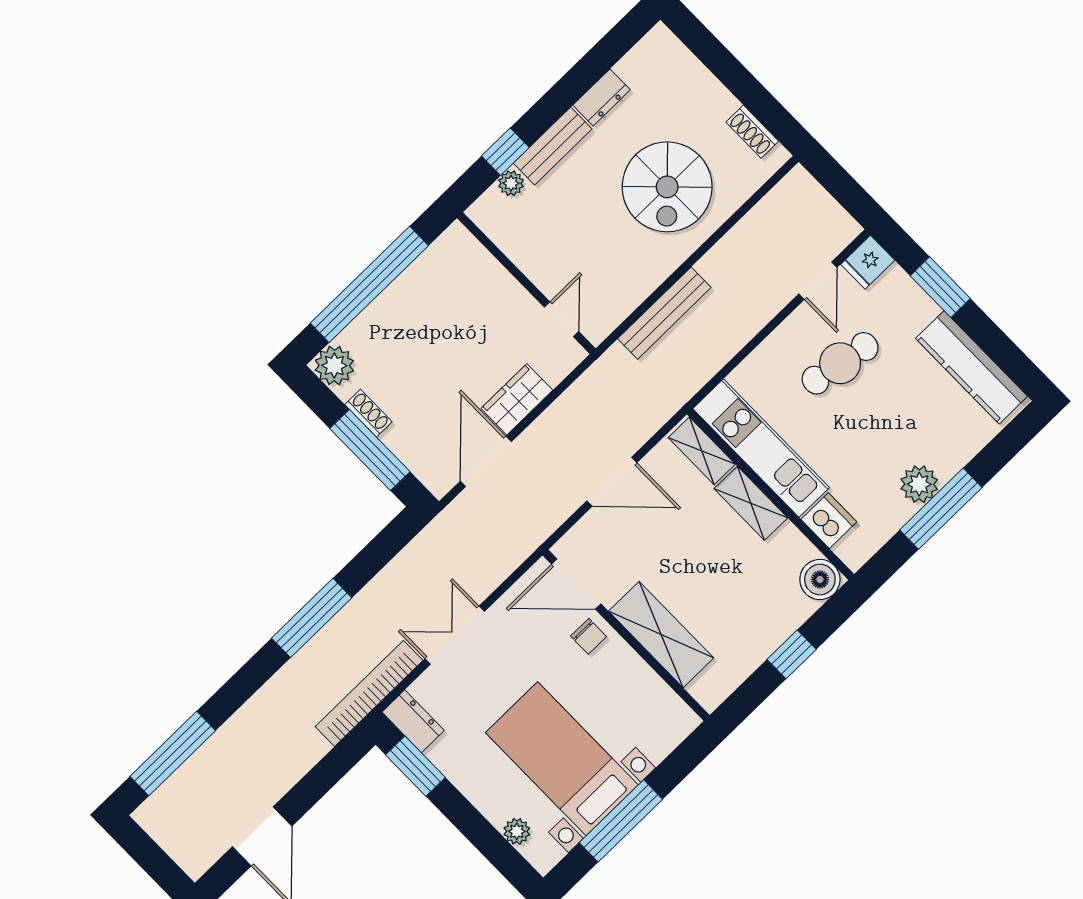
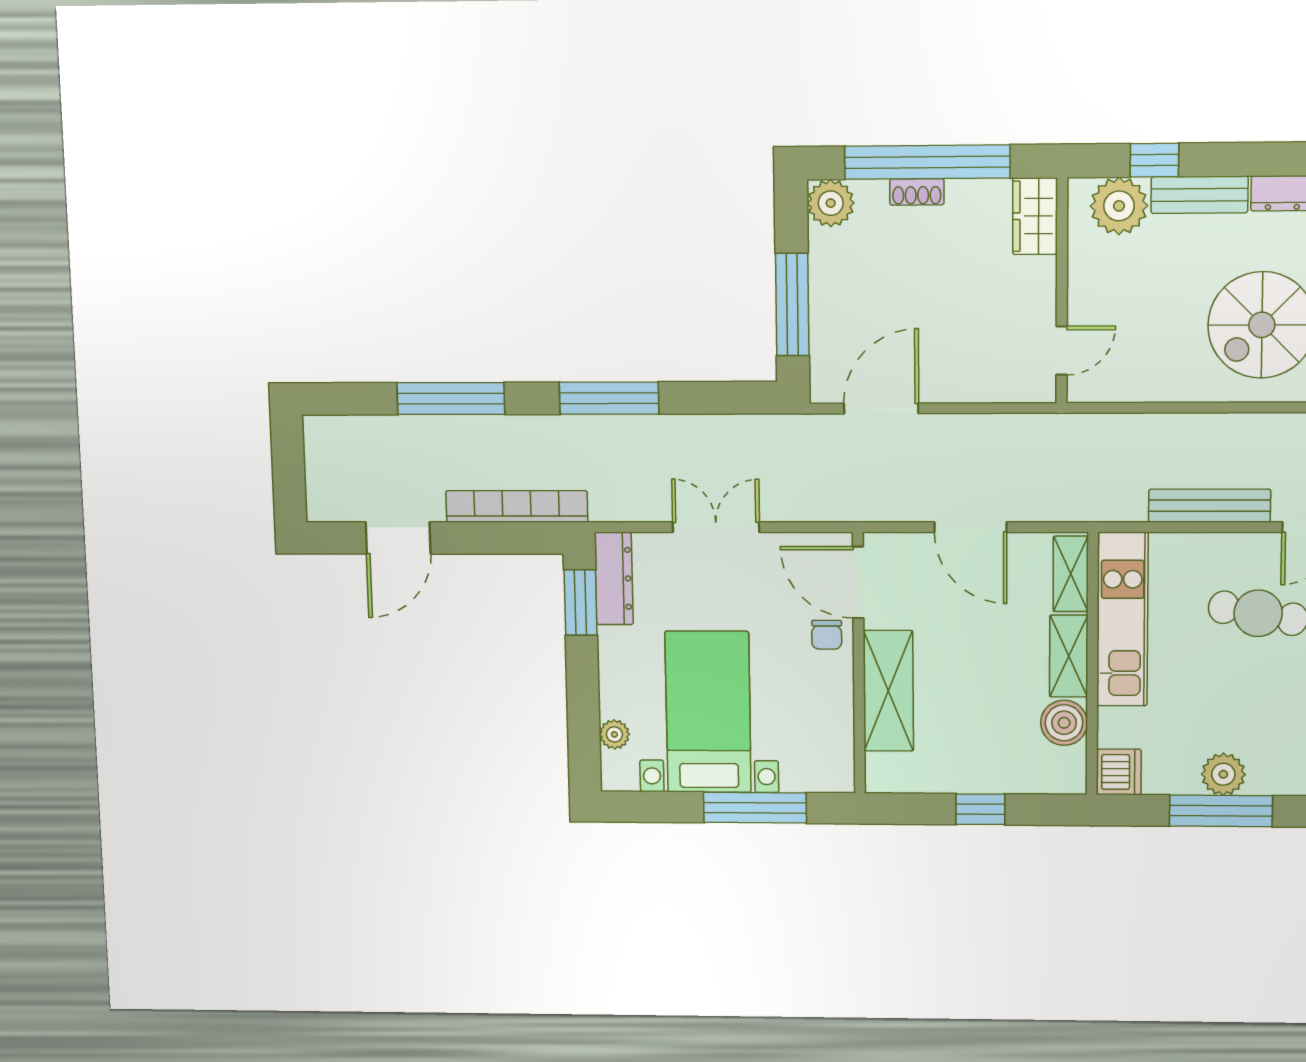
plant: (511, 183) -> (1119, 206), width x1.87, depth x1.87
bench: (664, 313) -> (1209, 506), moved
wardrobe: (517, 399) -> (1035, 216), moved, turned -90
shoe rack: (368, 413) -> (917, 192), moved, turned 90
dishwasher: (829, 521) -> (1119, 772), moved
boiler: (820, 580) -> (1064, 723), moved
bookcase: (369, 693) -> (517, 506), moved
dresser: (413, 721) -> (614, 578), width x1.44
window: (173, 753) -> (451, 399), moved
window: (621, 821) -> (755, 808), moved

